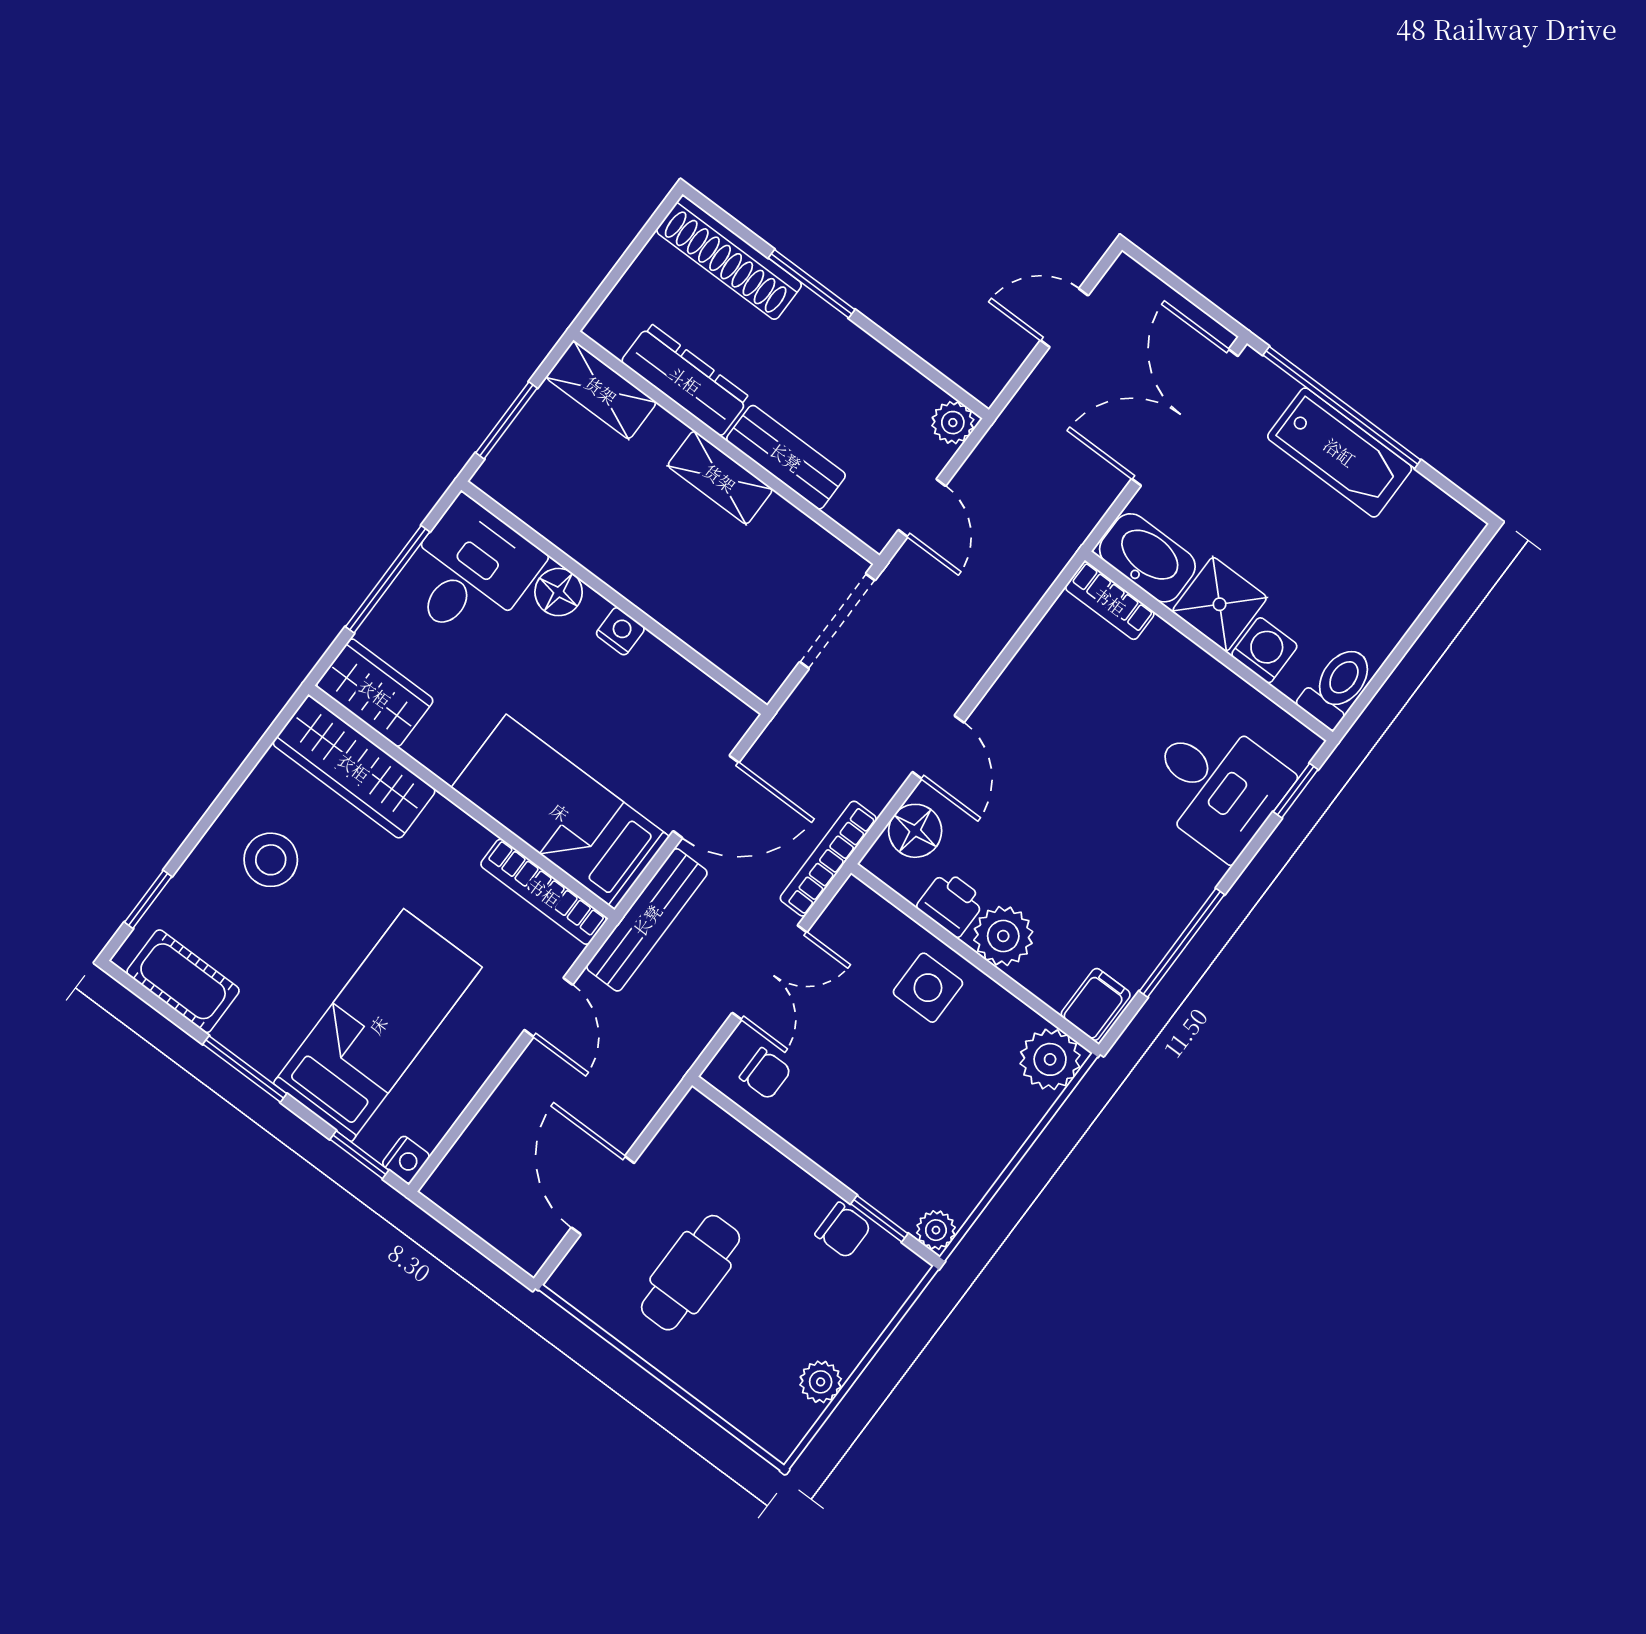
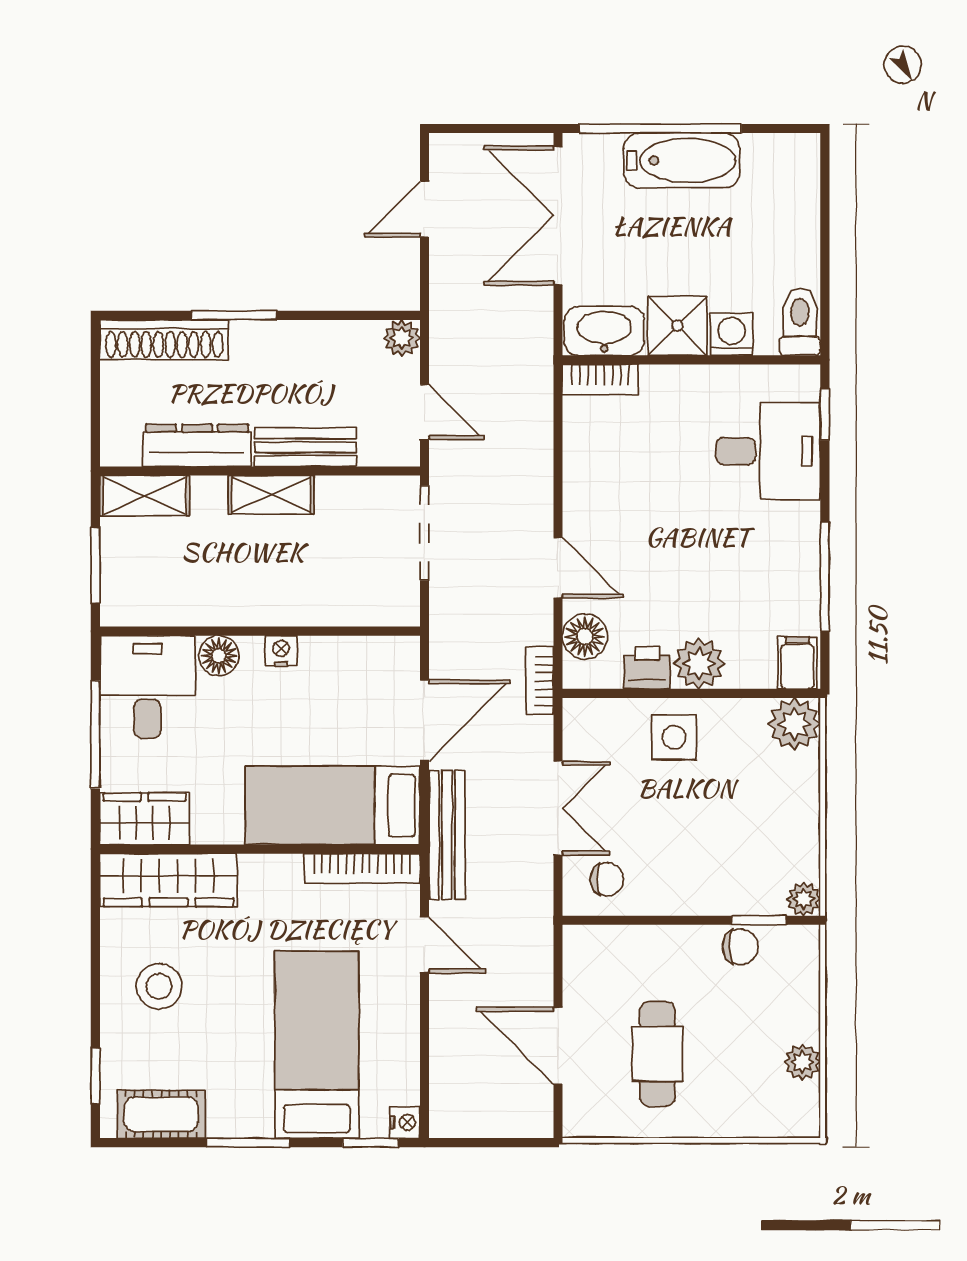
bookcase: (828, 859) -> (540, 681), width x0.64

